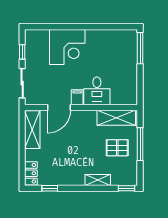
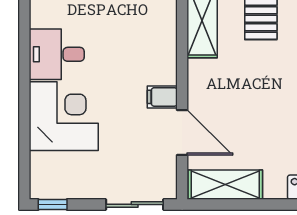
window: (22, 52) -> (53, 204), moved
desk: (97, 91) -> (57, 54), moved, turned 180

